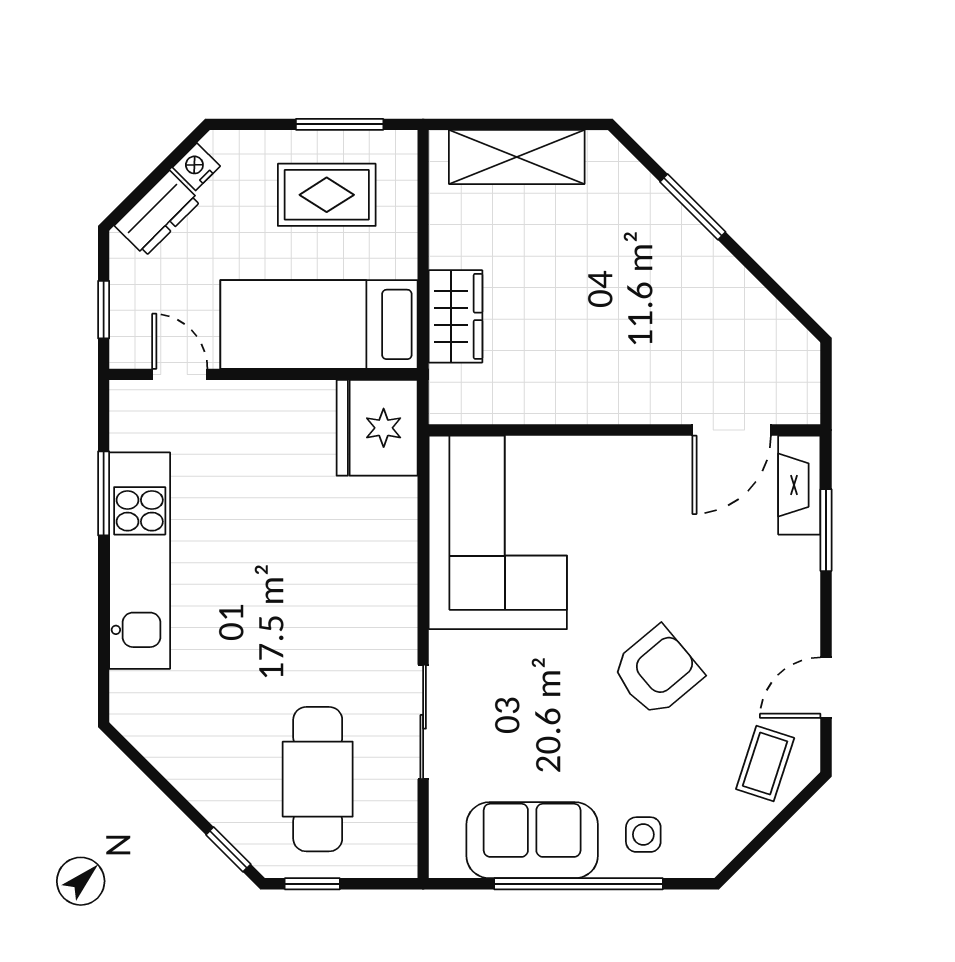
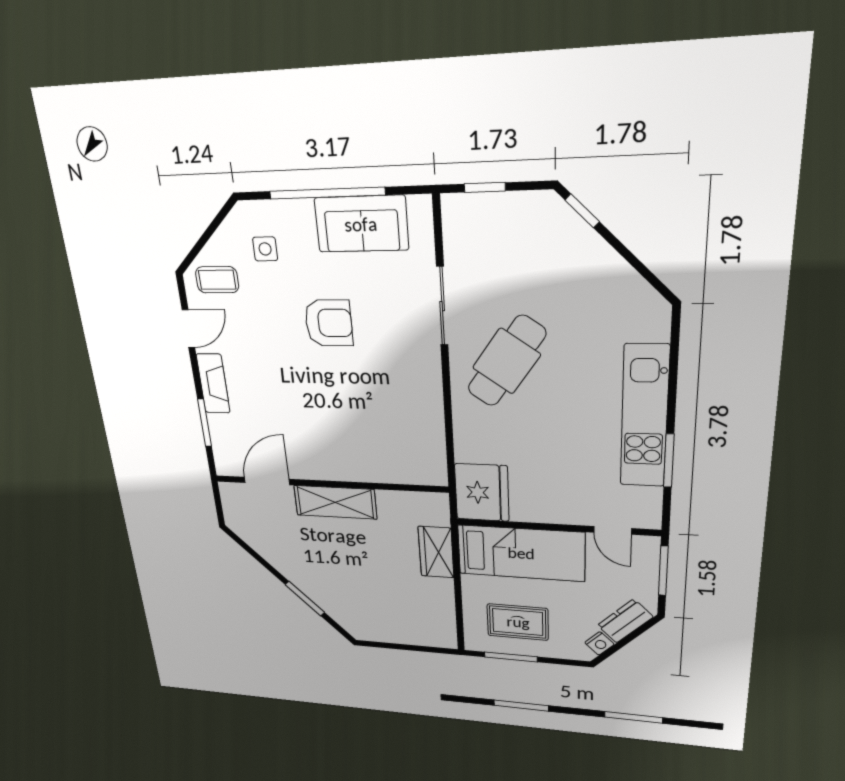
shelving: (517, 157) -> (335, 502), moved
window: (104, 310) -> (663, 571), width x1.50
fireplace: (799, 485) -> (213, 384), moved
corner sofa: (498, 532) -> (401, 427), removed
armchair: (657, 671) -> (329, 323), moved, turned -140
coffee table: (765, 764) -> (217, 280), turned 72
cafe table: (318, 779) -> (506, 361), moved, turned 35
side table: (643, 835) -> (265, 249), moved
window: (312, 884) -> (485, 187), moved

